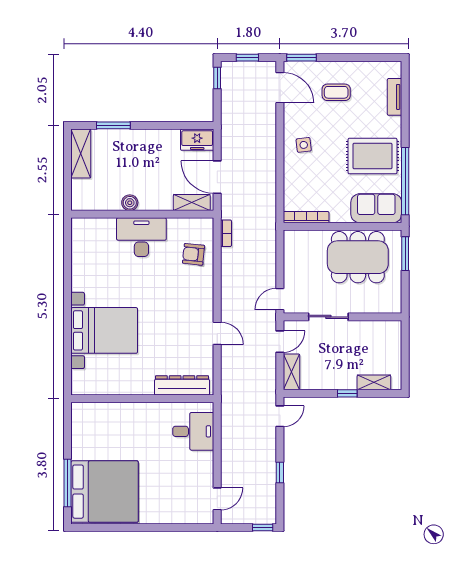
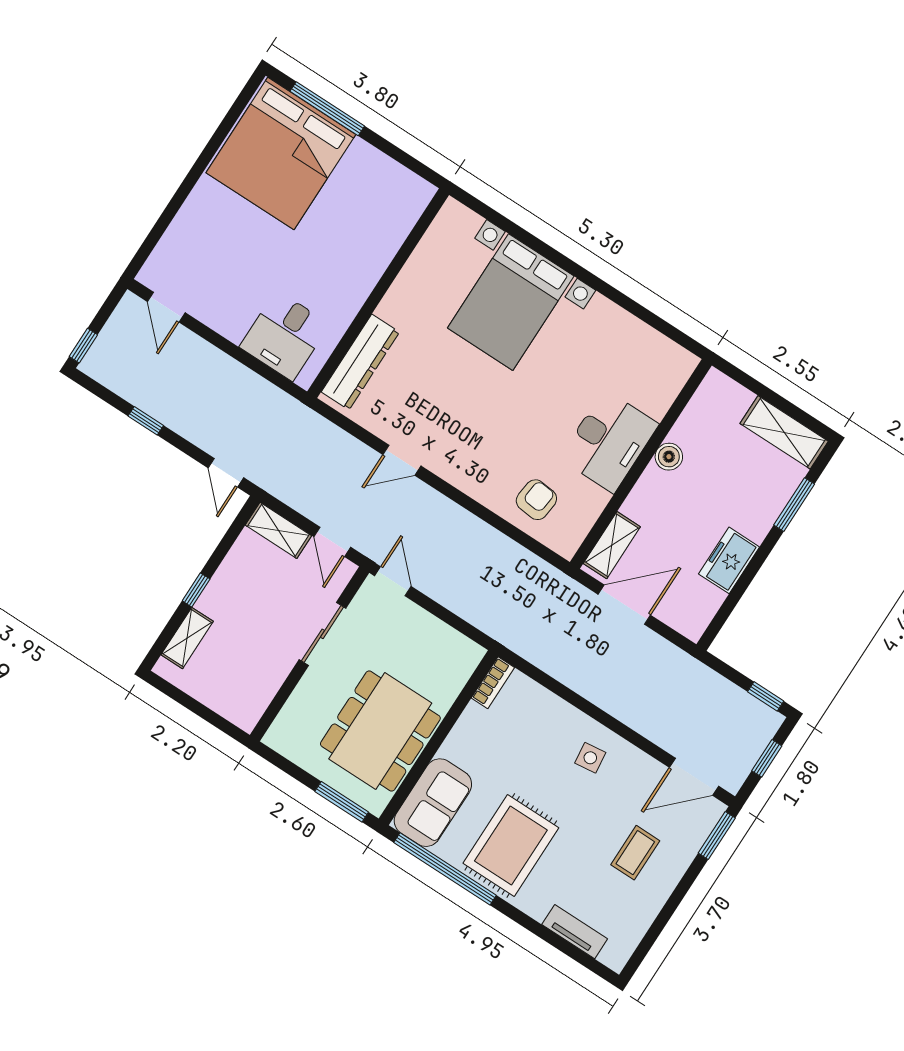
freezer: (197, 140) -> (729, 560), moved
bookcase: (306, 217) -> (493, 683), width x0.64
bookcase: (226, 233) -> (536, 565), removed

